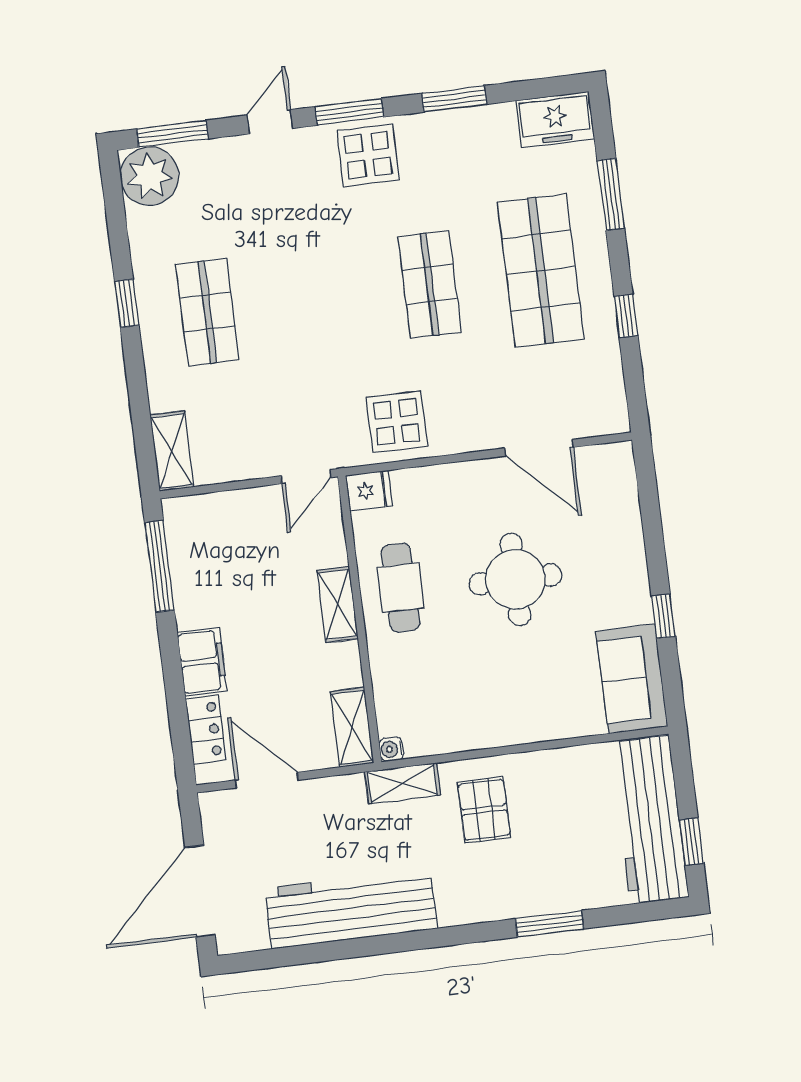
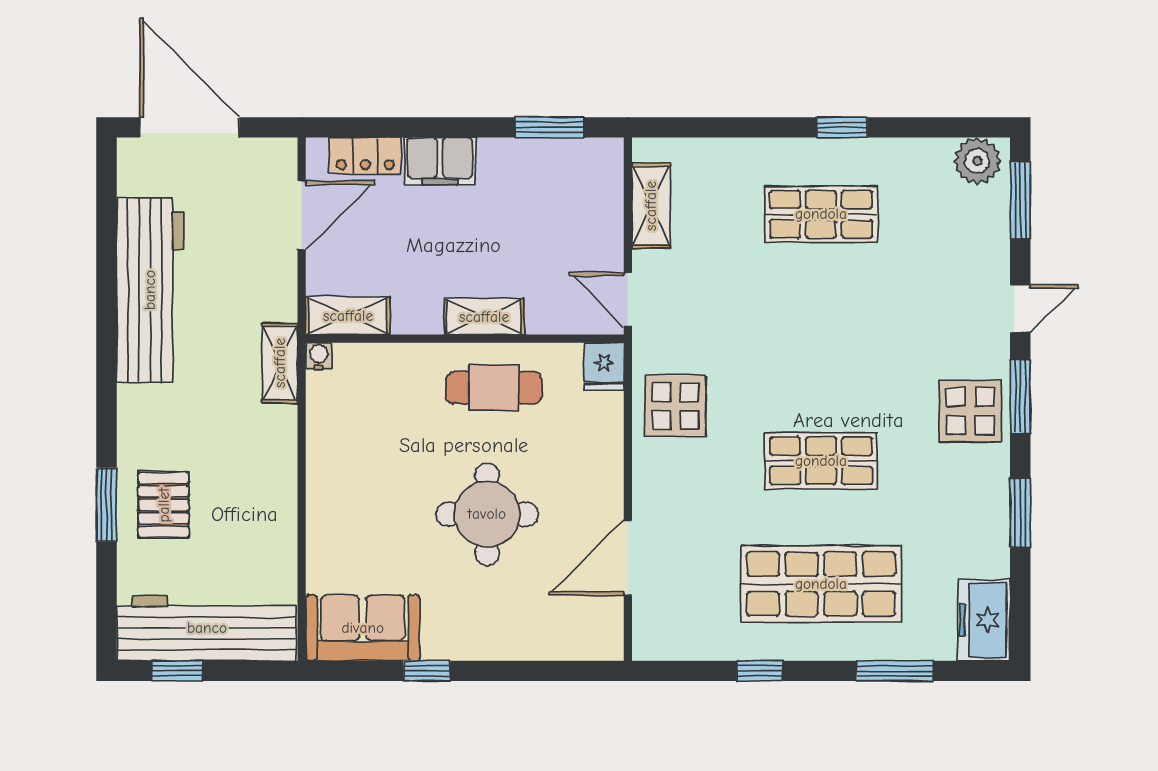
door: (270, 122) -> (1020, 308), hinge flipped
plant: (149, 176) -> (977, 161), width x0.73, depth x0.73
shelving: (172, 451) -> (651, 206), moved, turned 90
window: (160, 566) -> (550, 127), width x0.69
pallet: (484, 810) -> (164, 505), moved, turned 90

